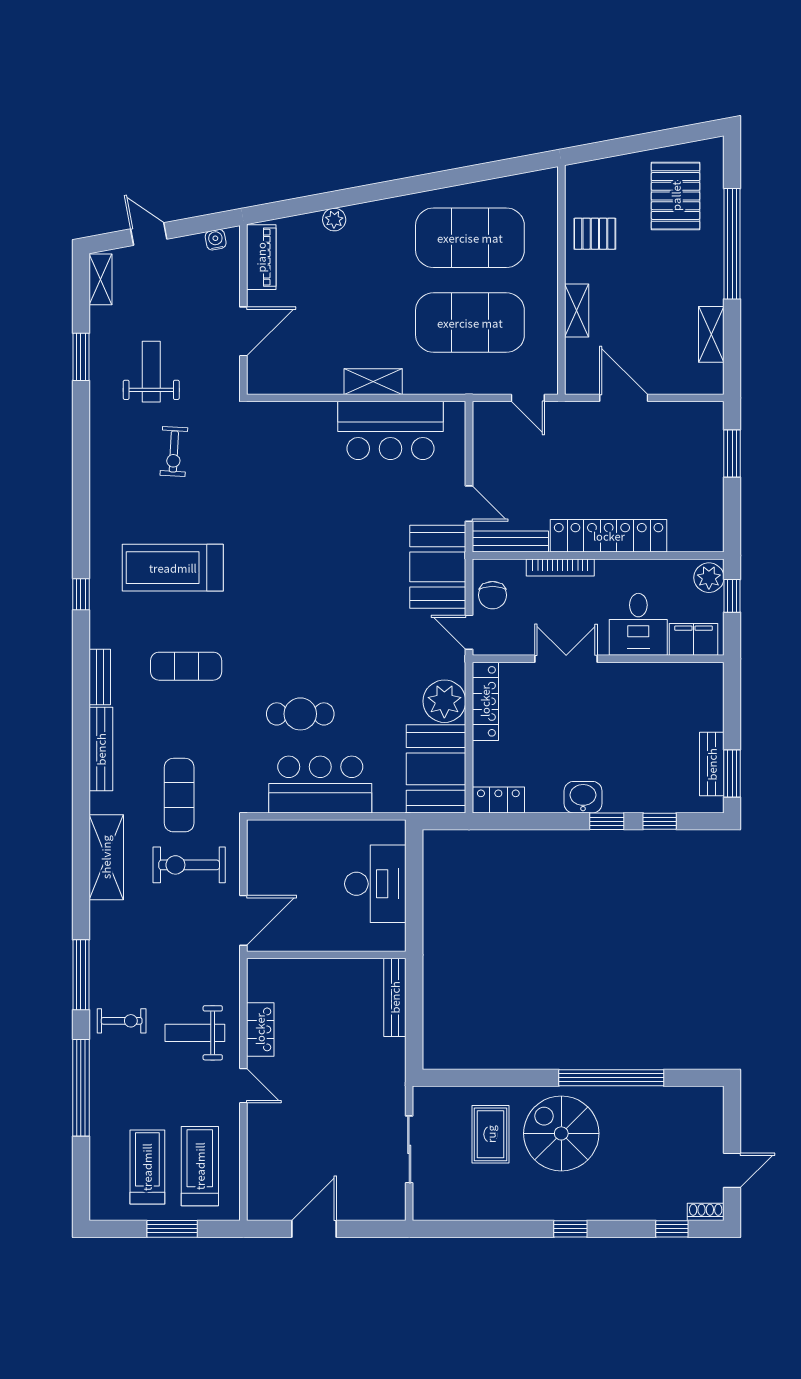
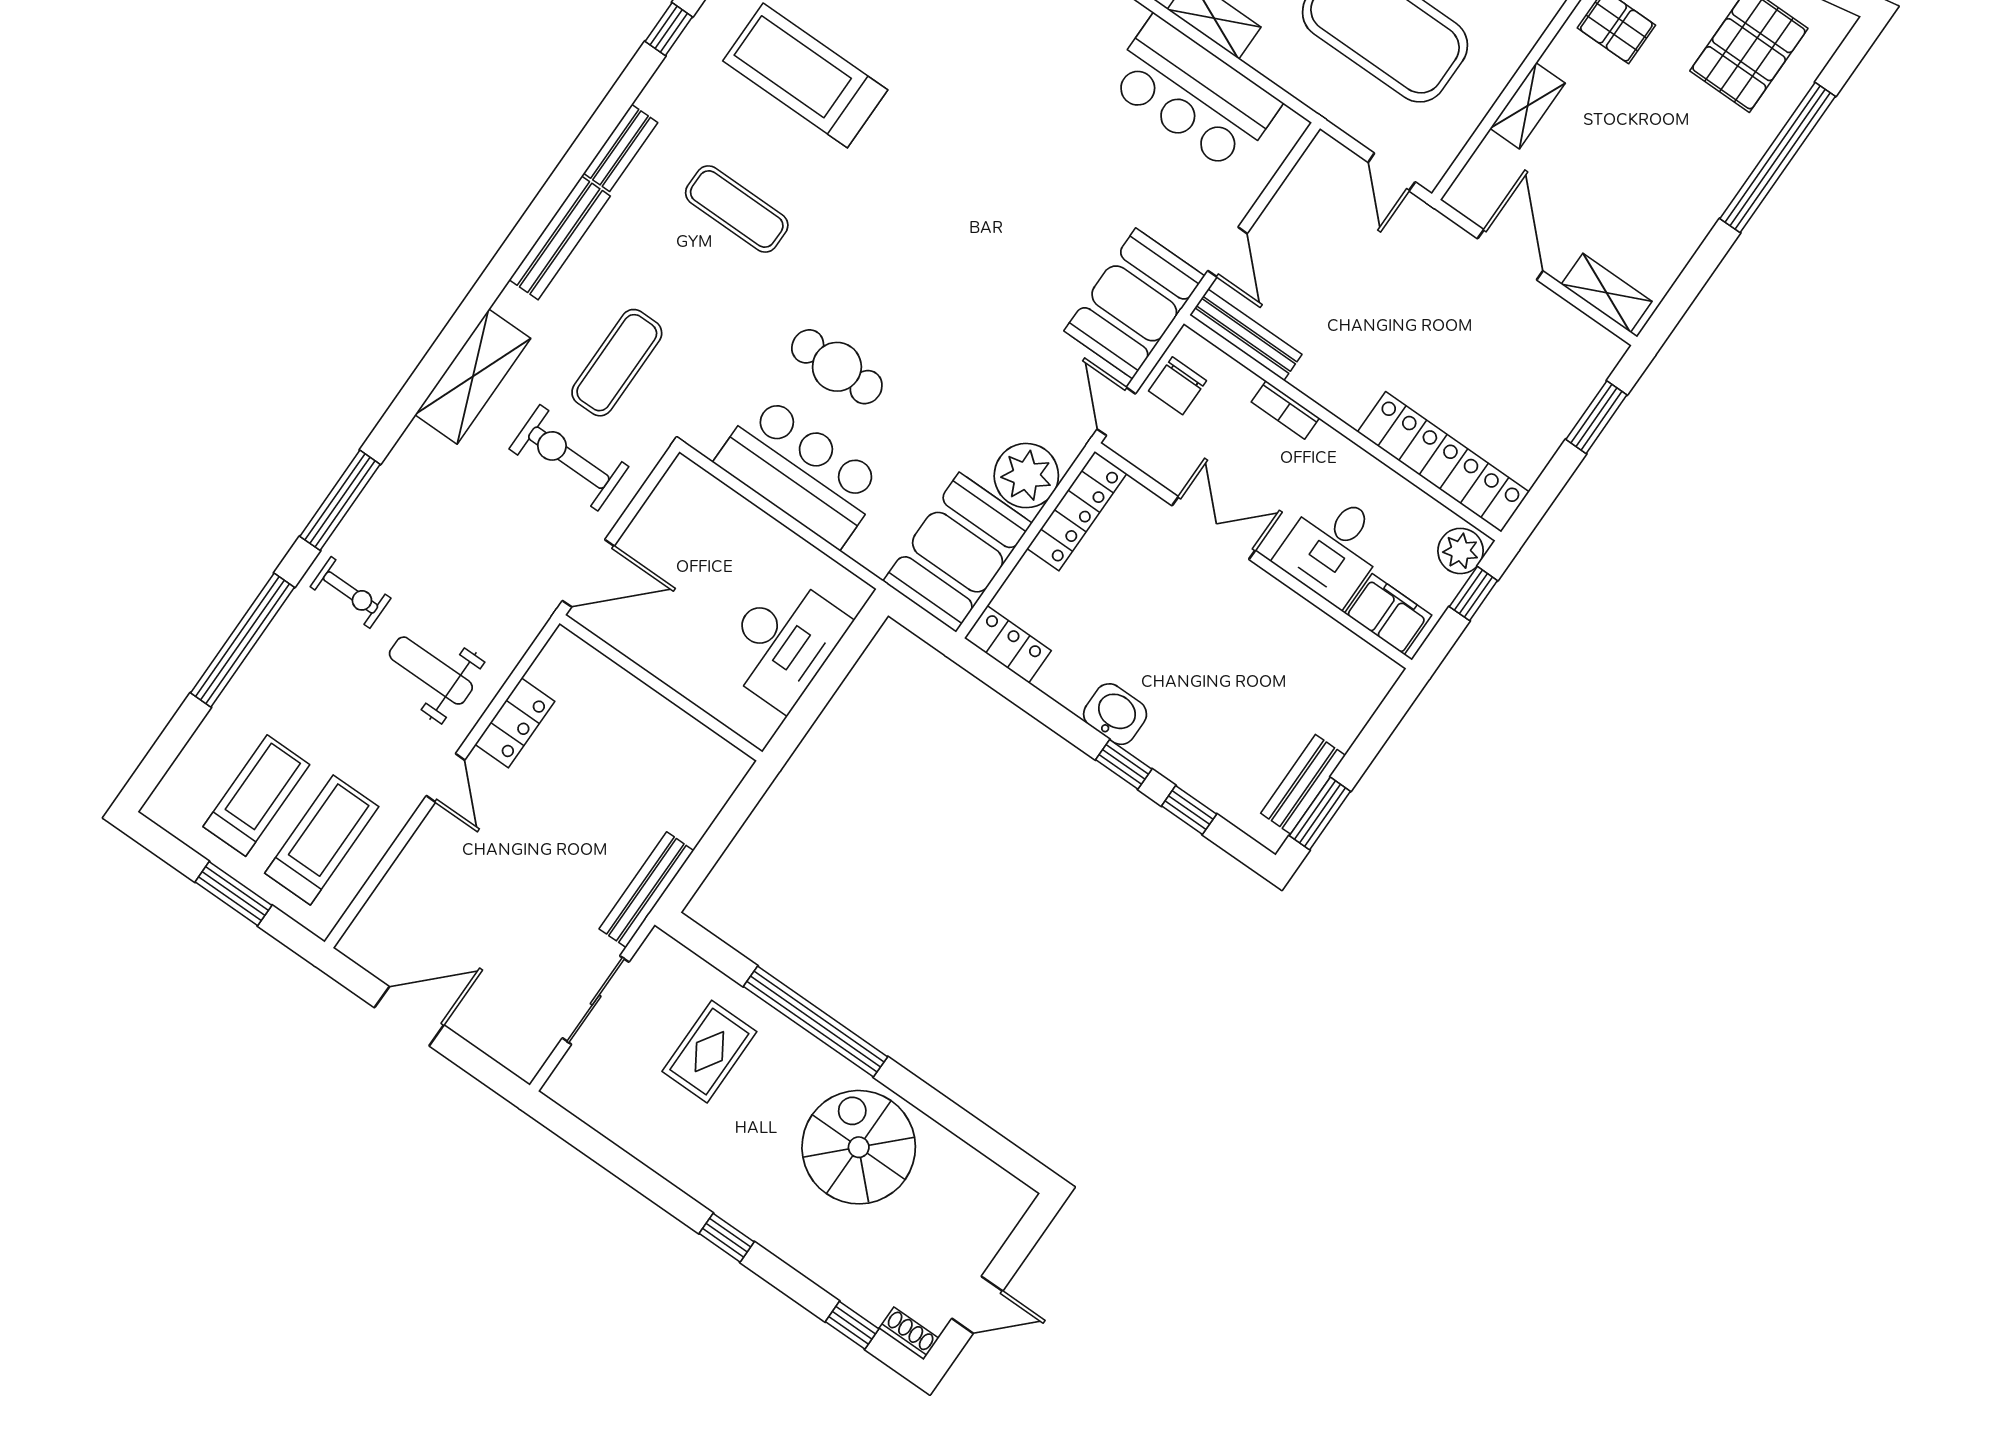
shelving: (711, 334) -> (1607, 293), moved, turned 90
locker: (609, 536) -> (1443, 462), moved
bookcase: (560, 567) -> (1285, 410), width x0.64
bench: (395, 997) -> (646, 890), moved
window: (611, 1078) -> (815, 1022), moved
spiral stairs: (561, 1133) -> (859, 1147), moved

